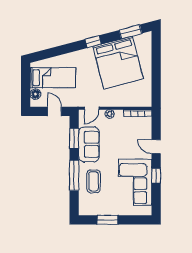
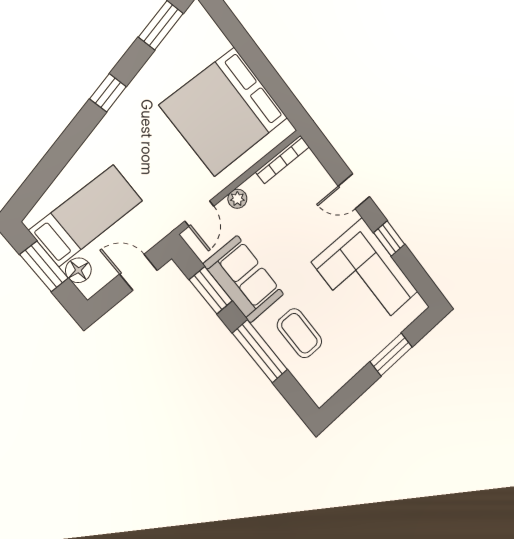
bed: (118, 63) -> (224, 111), moved, turned 105
window: (26, 84) -> (44, 266), added
window: (108, 220) -> (391, 354), moved

